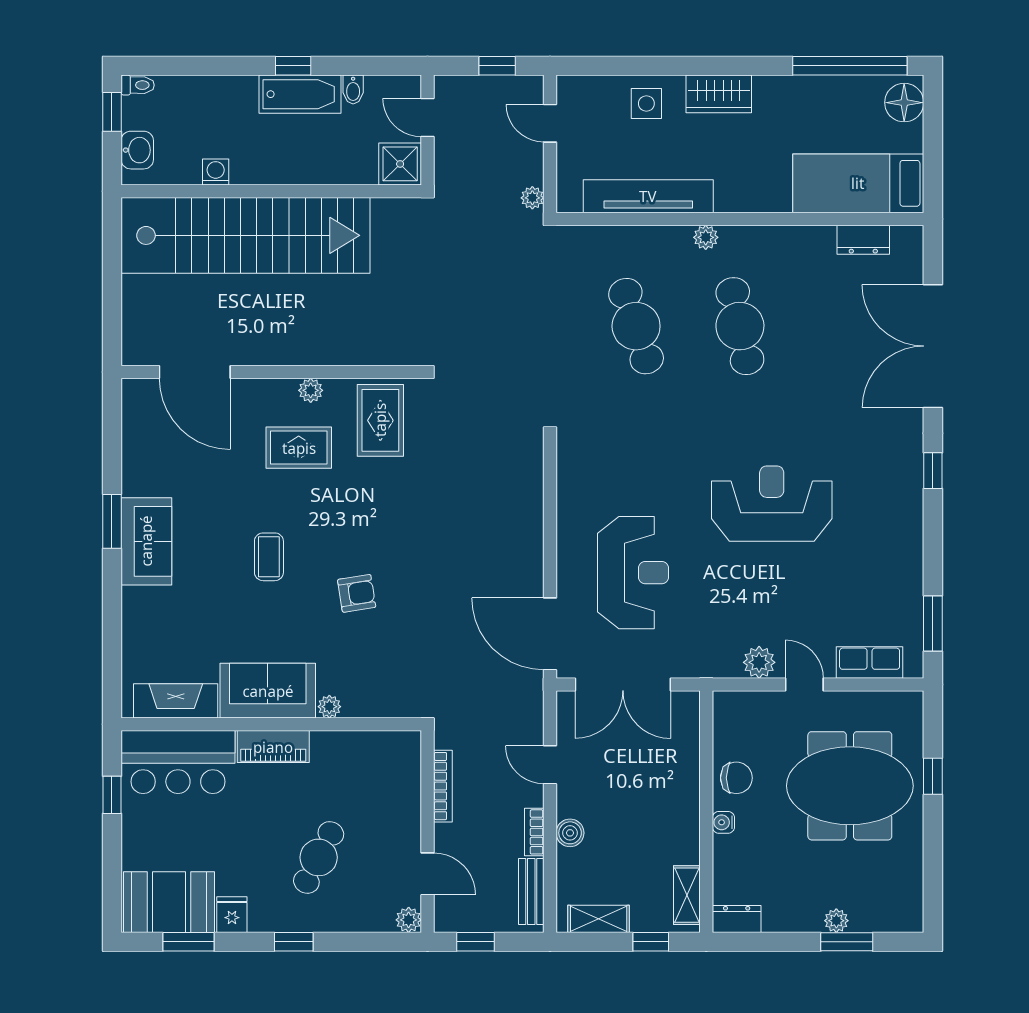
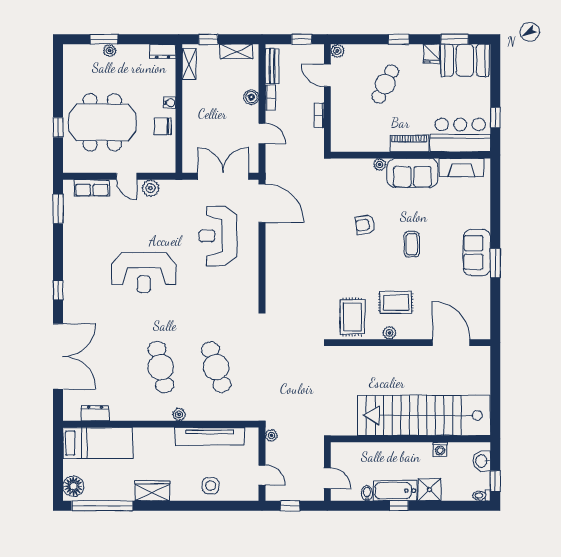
wardrobe: (719, 94) -> (152, 491), moved
shower: (400, 164) -> (430, 490), moved
bookcase: (443, 786) -> (319, 115), width x0.64

